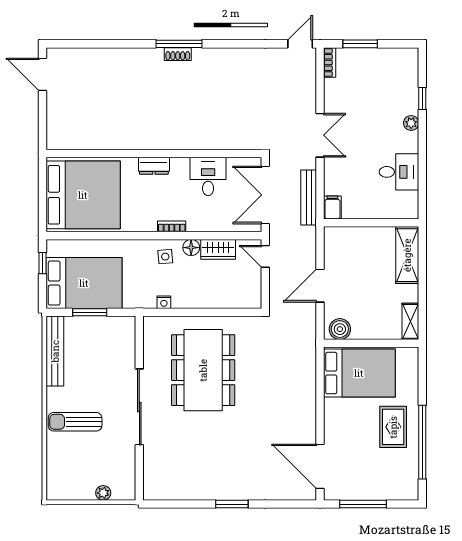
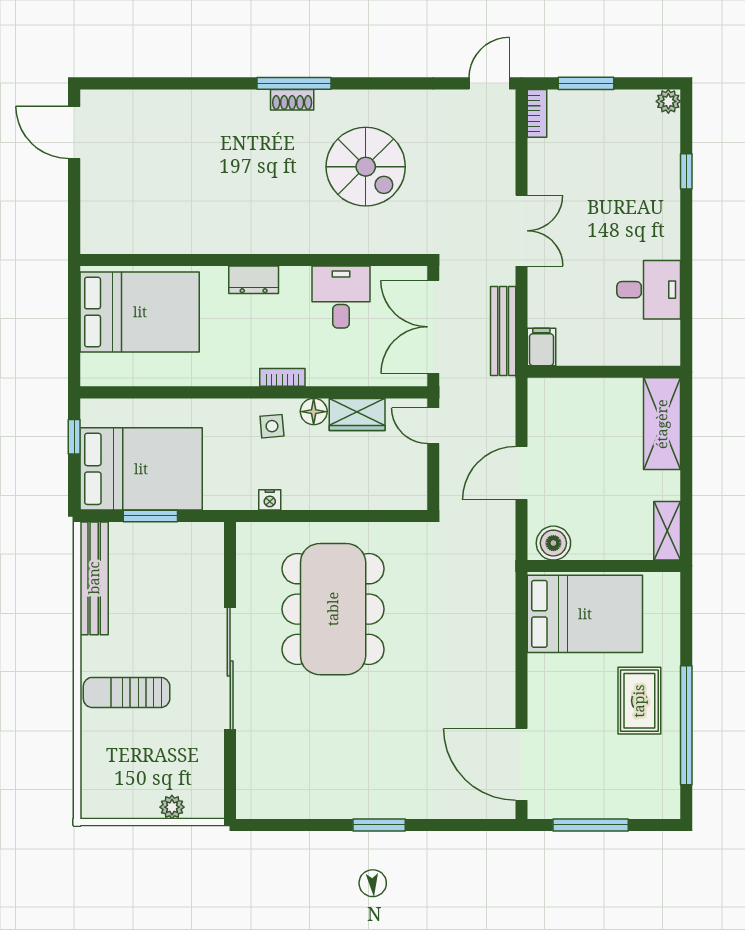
spiral stairs: (223, 96) -> (366, 167), added
plant: (411, 123) -> (668, 101), moved
bed: (83, 195) -> (140, 312), width x0.73

